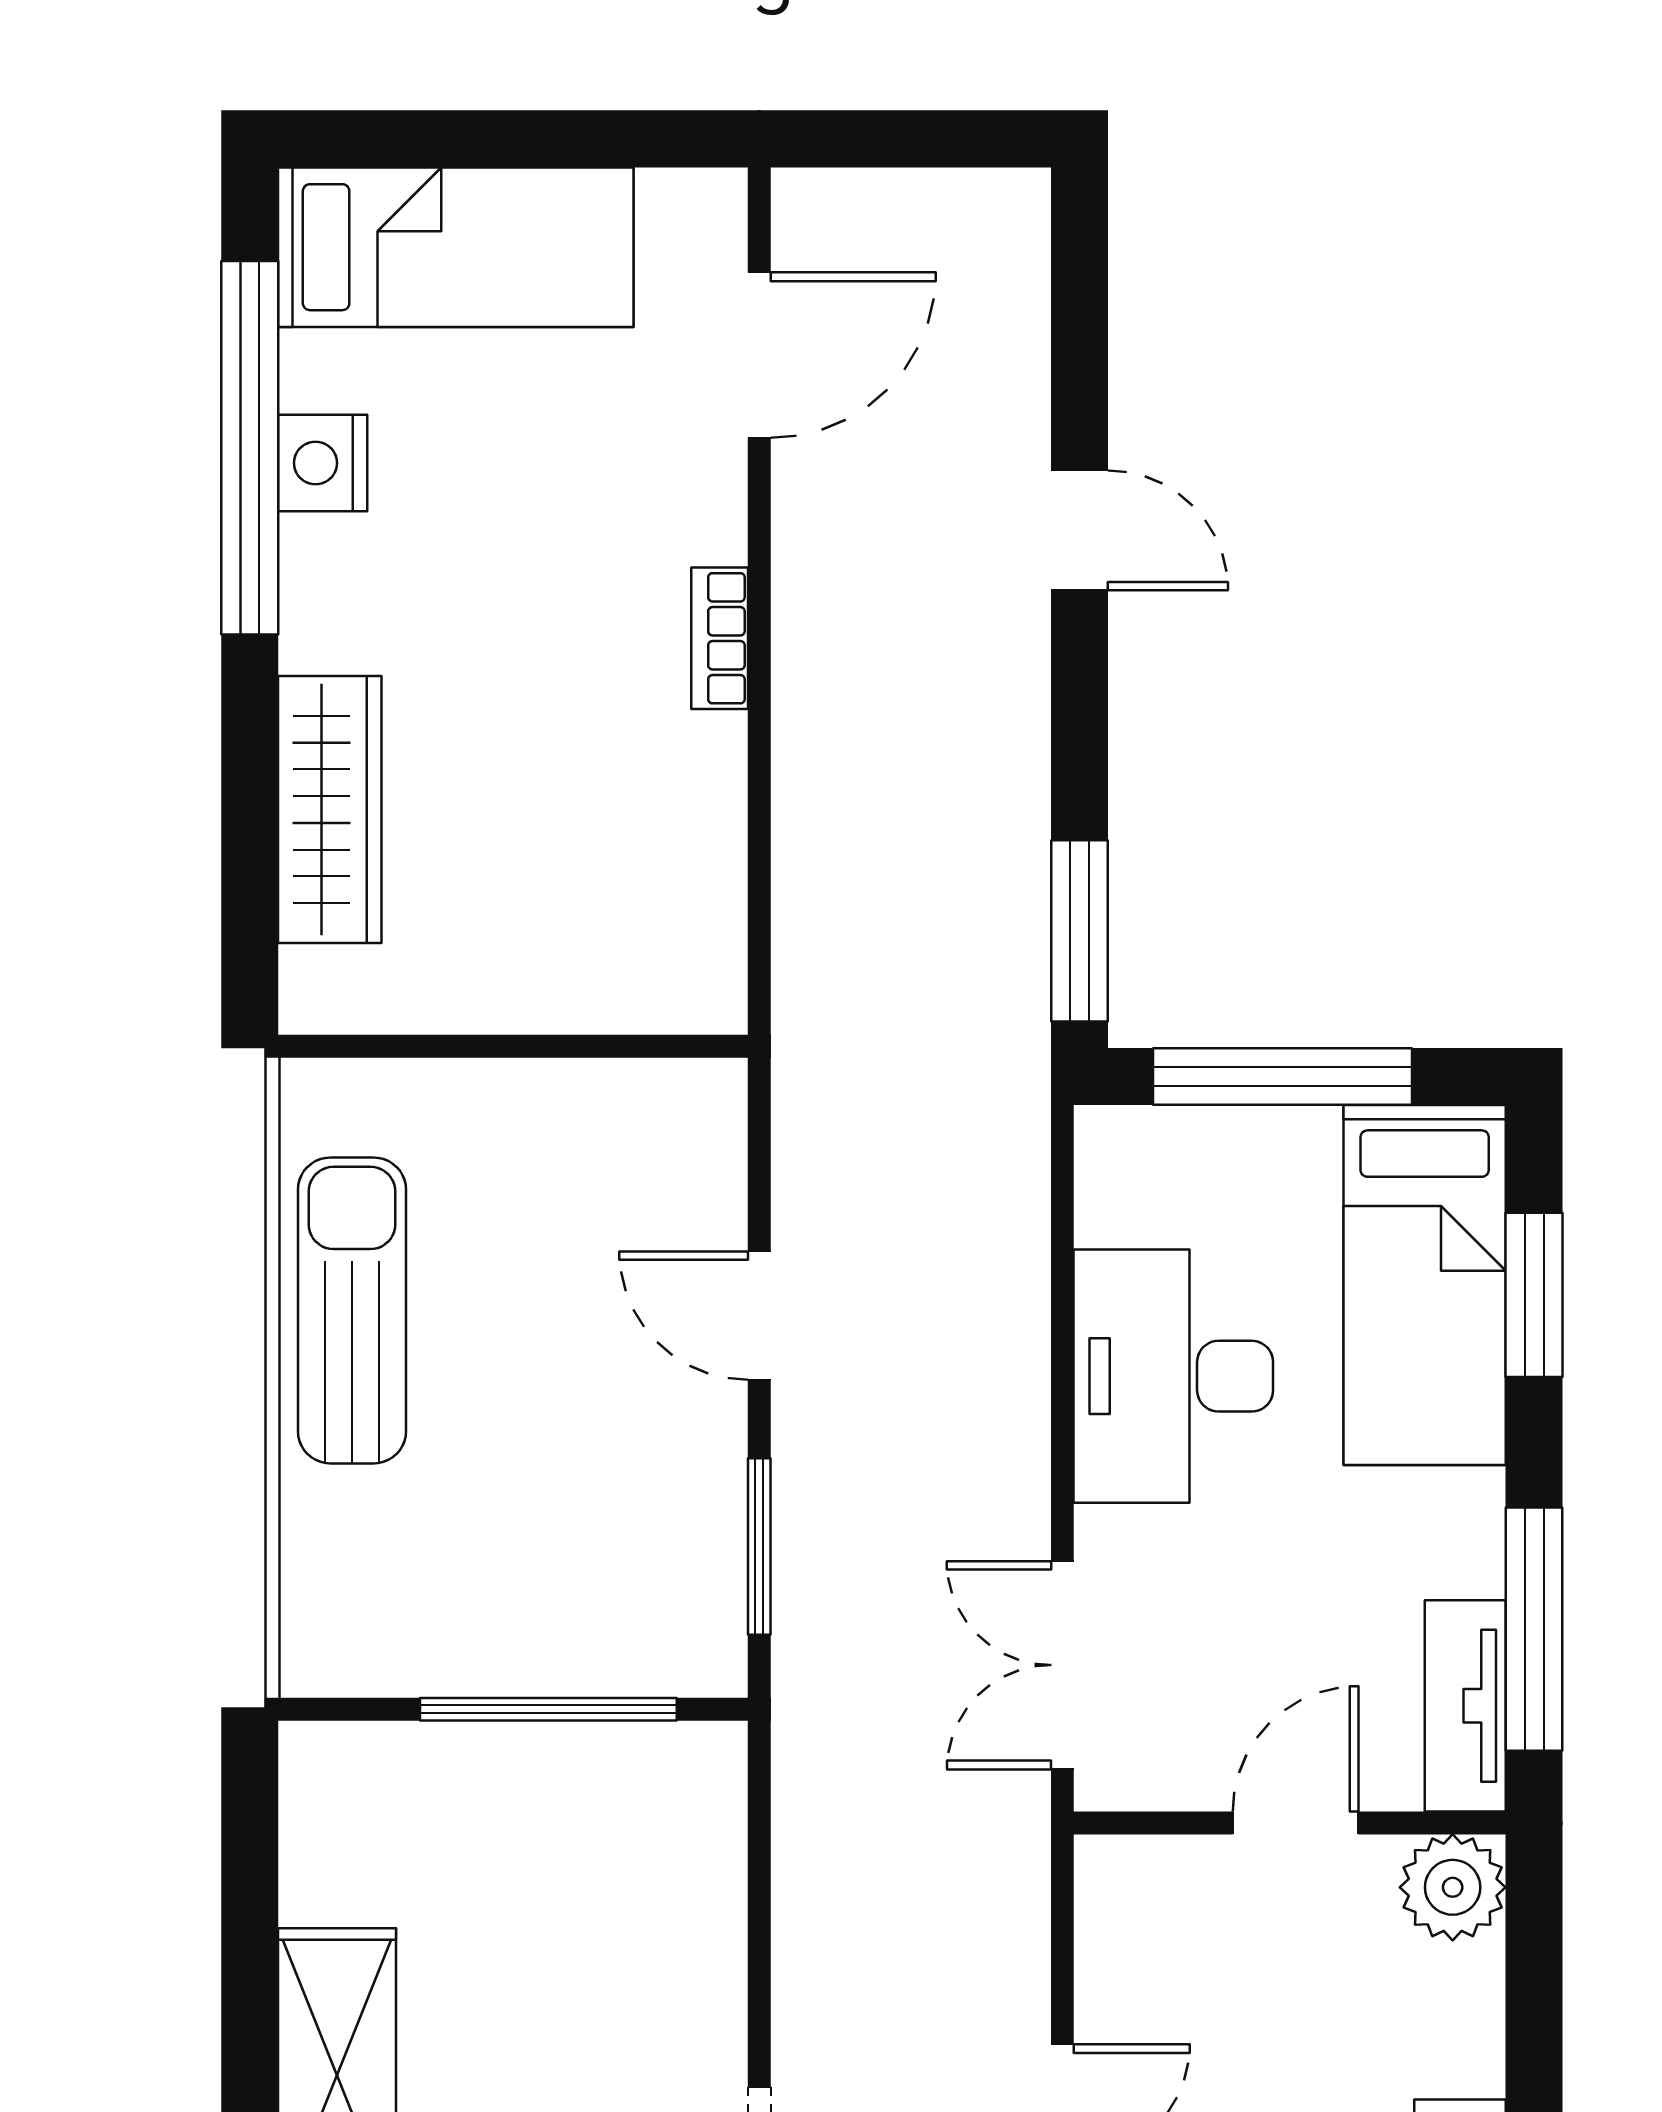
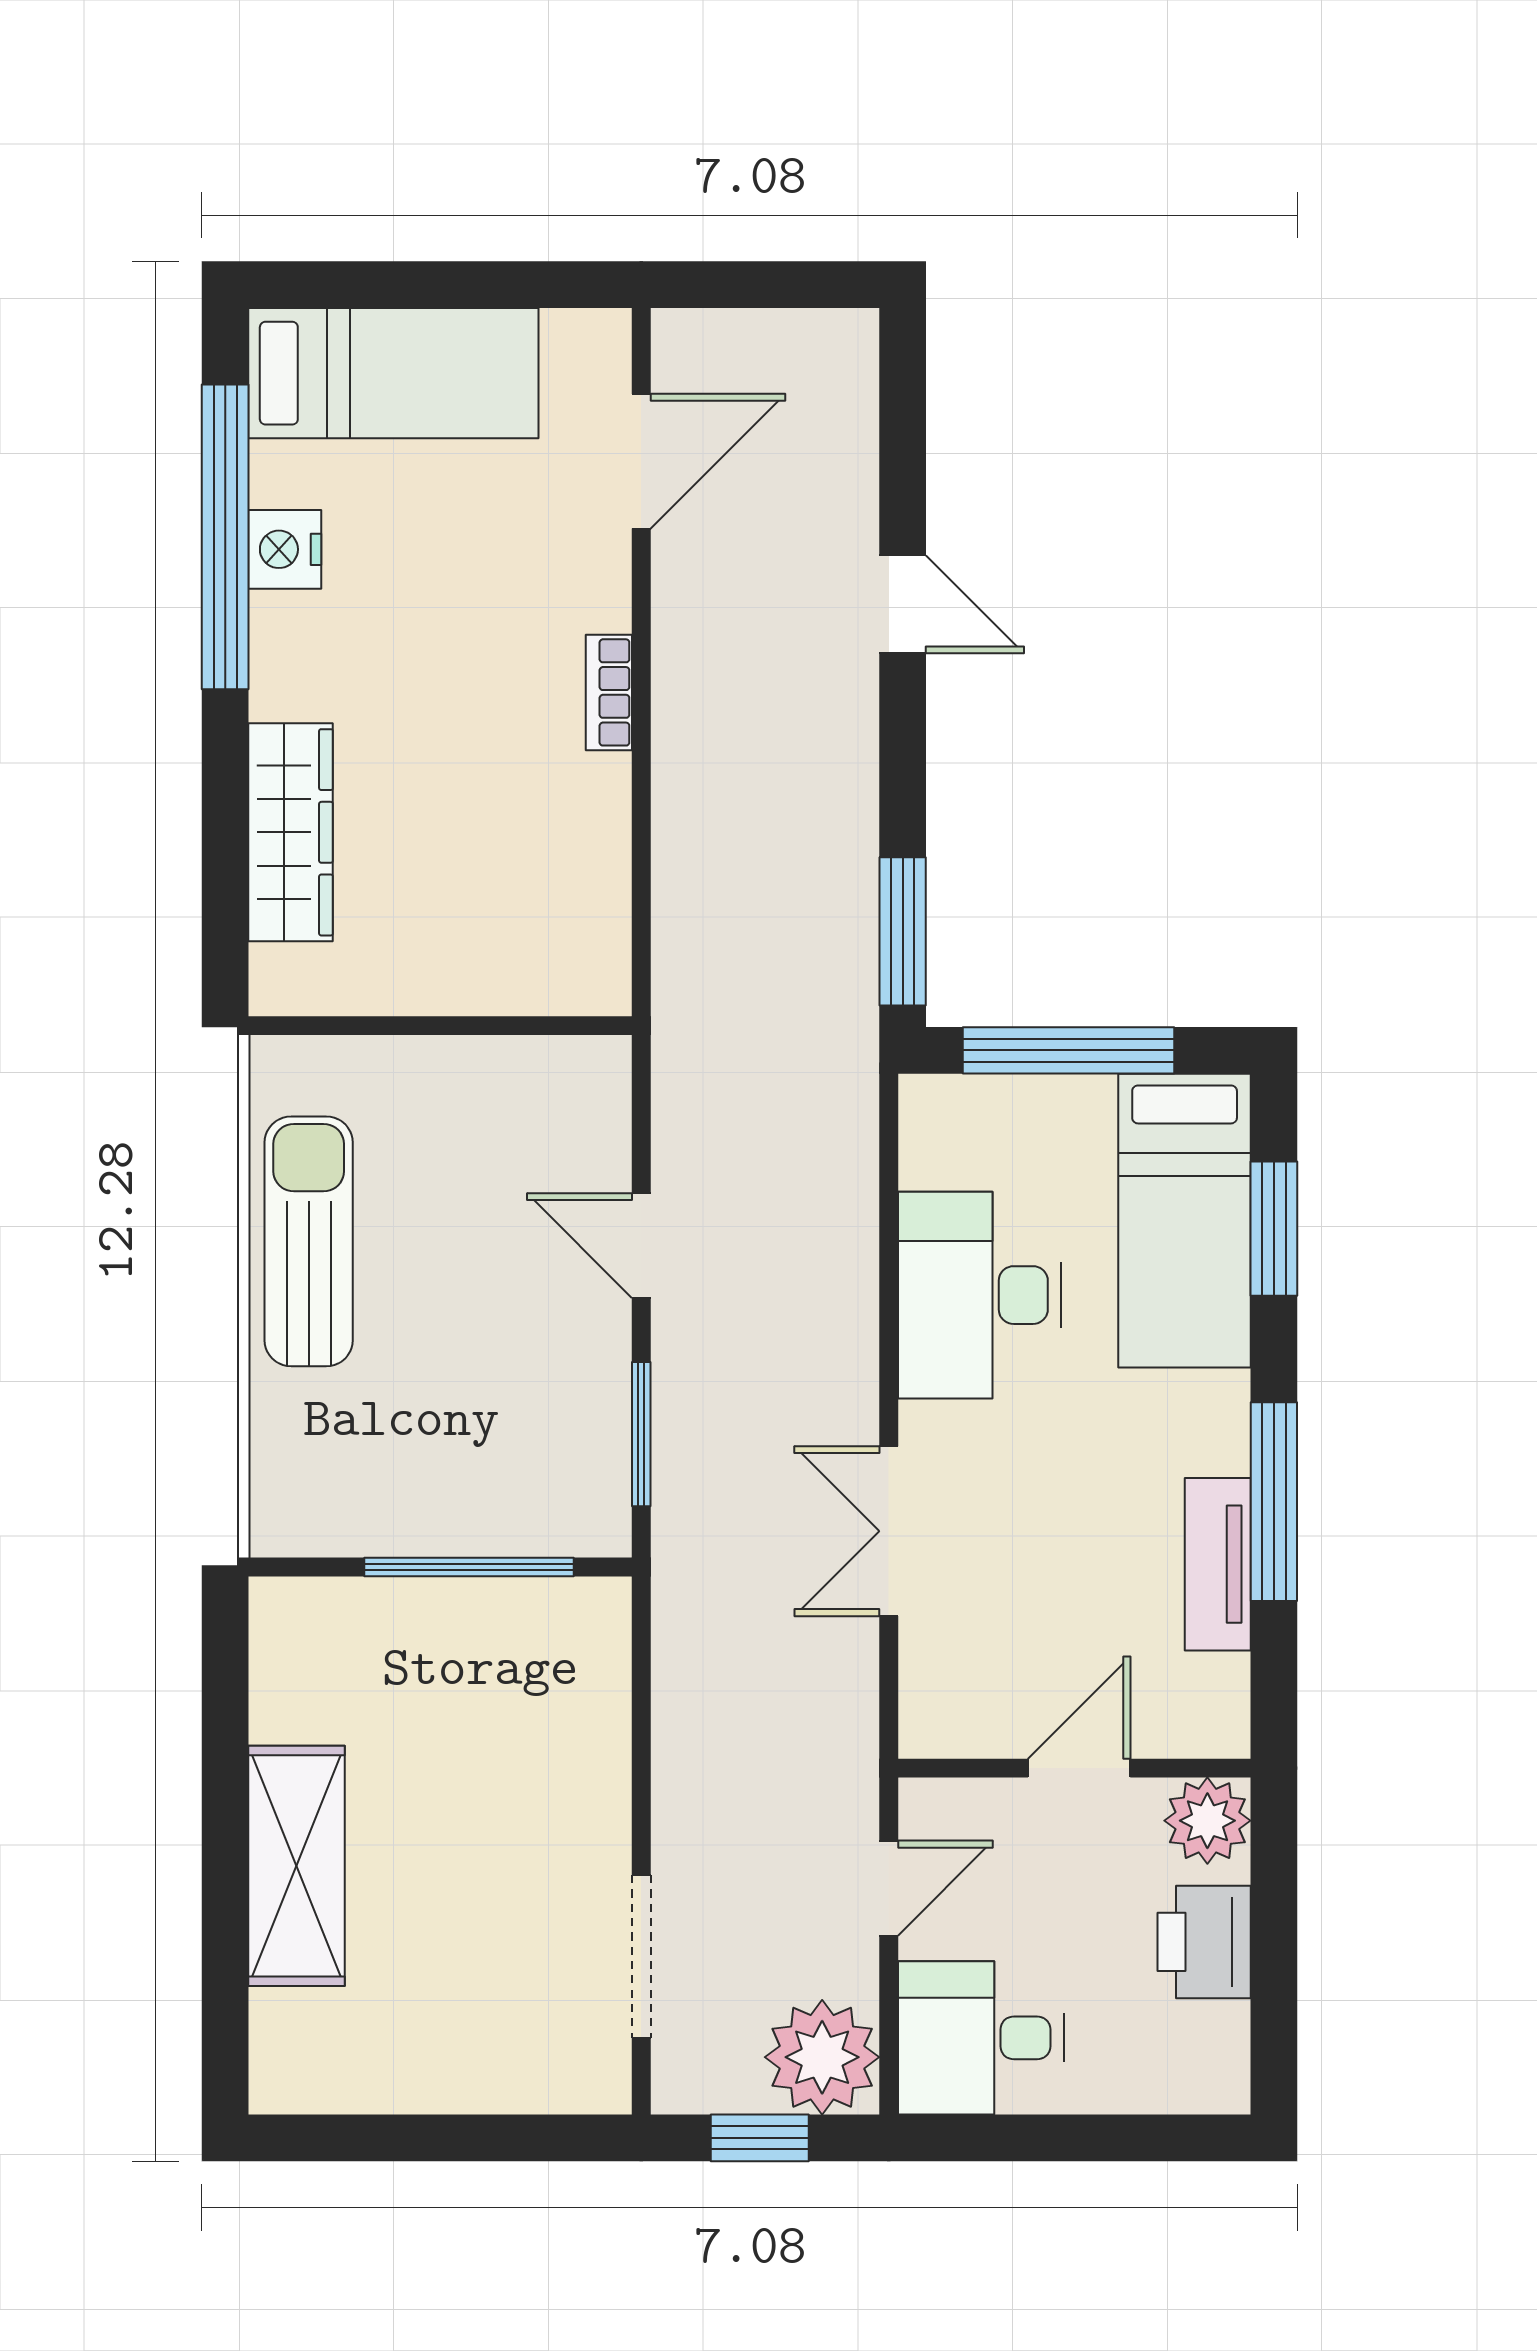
wall: (1290, 1823) -> (1074, 1768), moved
door: (1296, 1823) -> (1079, 1768), moved
plant: (1453, 1887) -> (1207, 1821), moved

